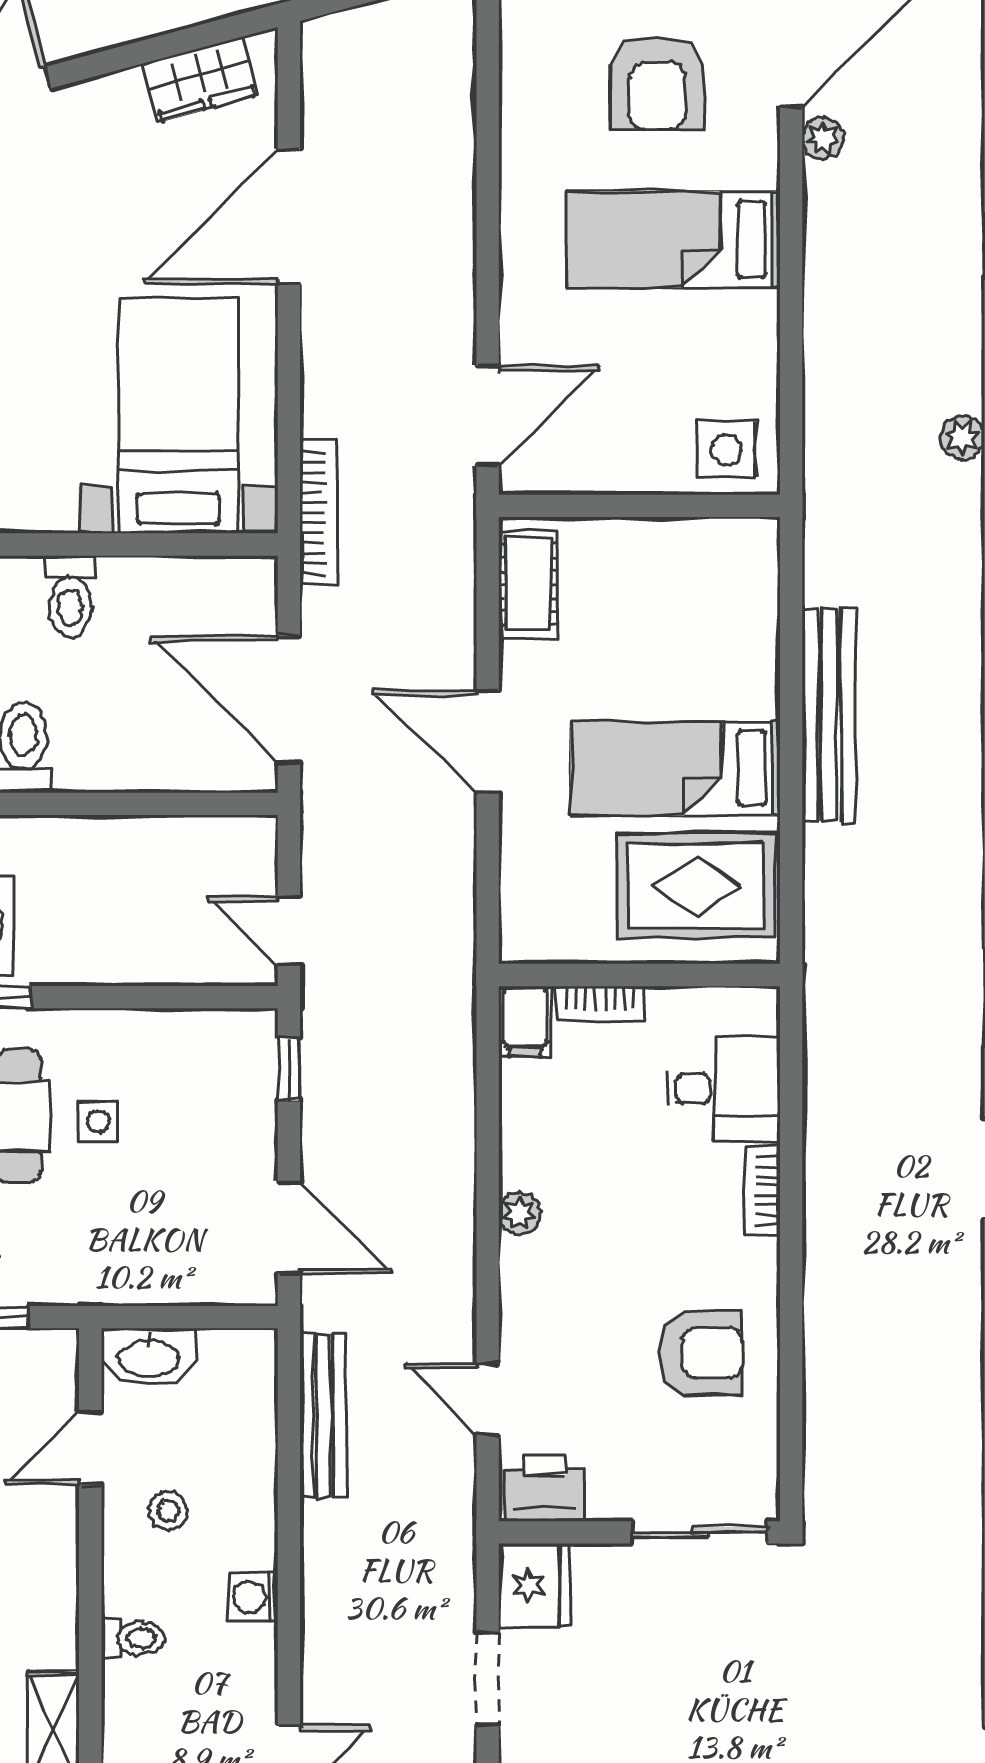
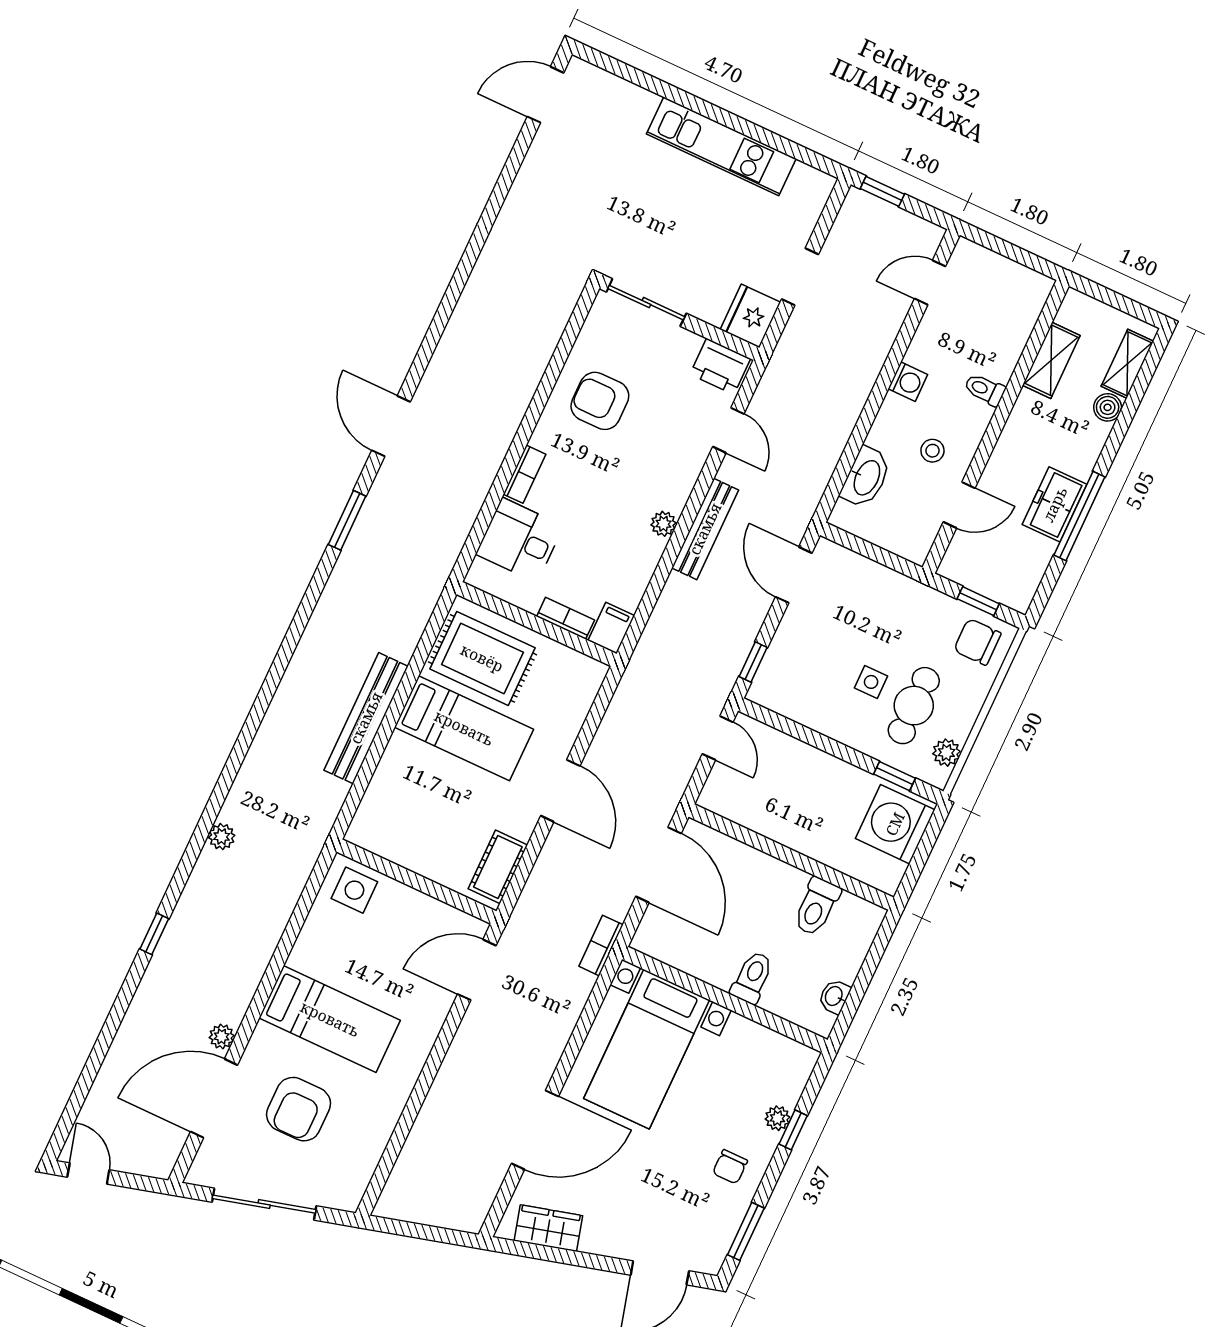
armchair: (657, 83) -> (299, 1109), turned 180
bookcase: (319, 512) -> (601, 946), width x0.64
washbasin: (149, 1357) -> (866, 477), moved, turned 90
bench: (323, 1415) -> (705, 529), moved

